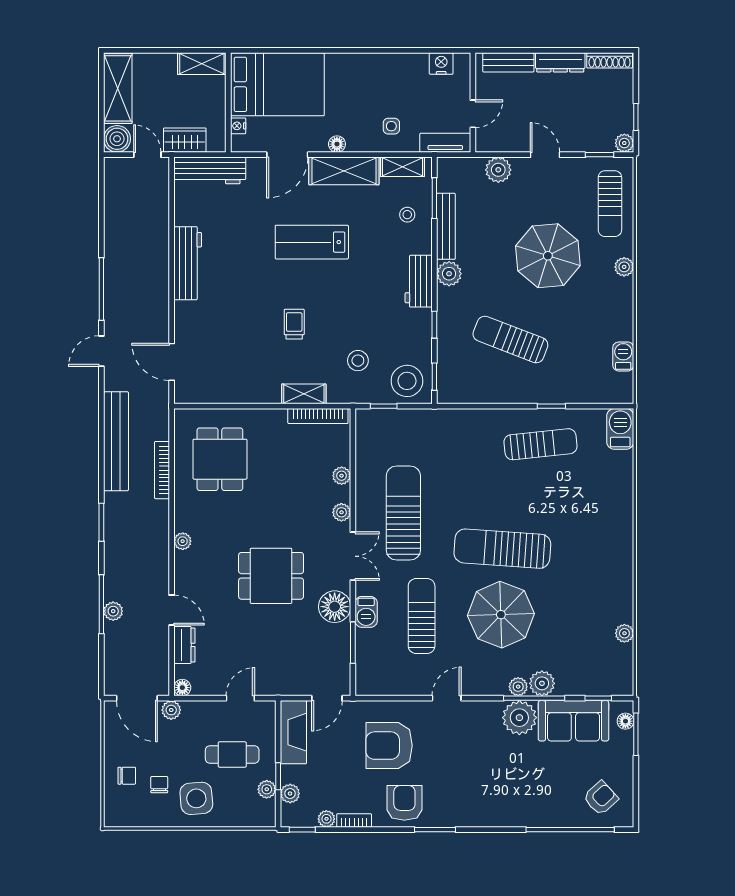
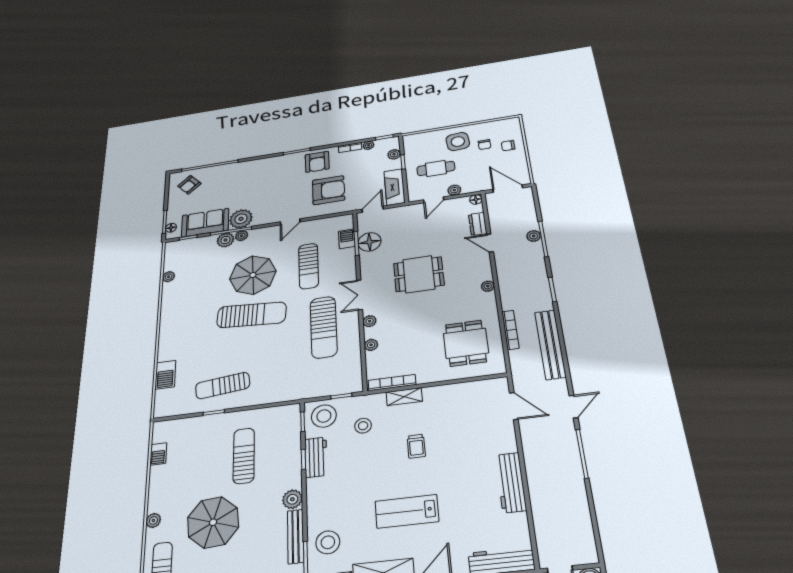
stool: (407, 215) -> (328, 542), width x1.89, depth x1.89
lab bench: (312, 242) -> (407, 511), turned 180
workbench: (419, 281) -> (316, 457), moved
sun lounger: (510, 339) -> (244, 456), turned -111
barbecue: (620, 429) -> (165, 375), moved
floor lamp: (335, 607) -> (369, 242), moved
barbecue: (366, 612) -> (347, 239), moved
plant: (171, 710) -> (454, 190), moved
plant: (267, 789) -> (410, 154), removed

